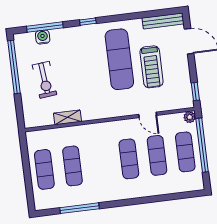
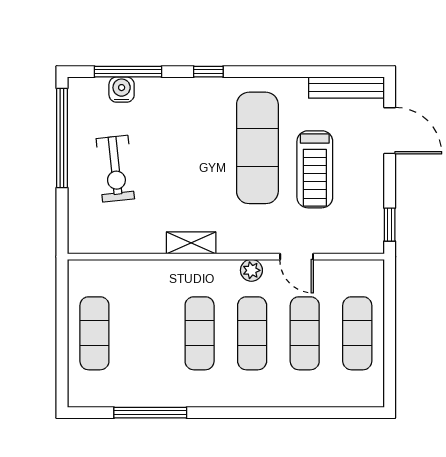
shelving: (67, 117) -> (191, 243), moved
plant: (190, 117) -> (251, 270), moved
window: (202, 145) -> (390, 325), removed
exercise mat: (73, 166) -> (200, 333), moved

